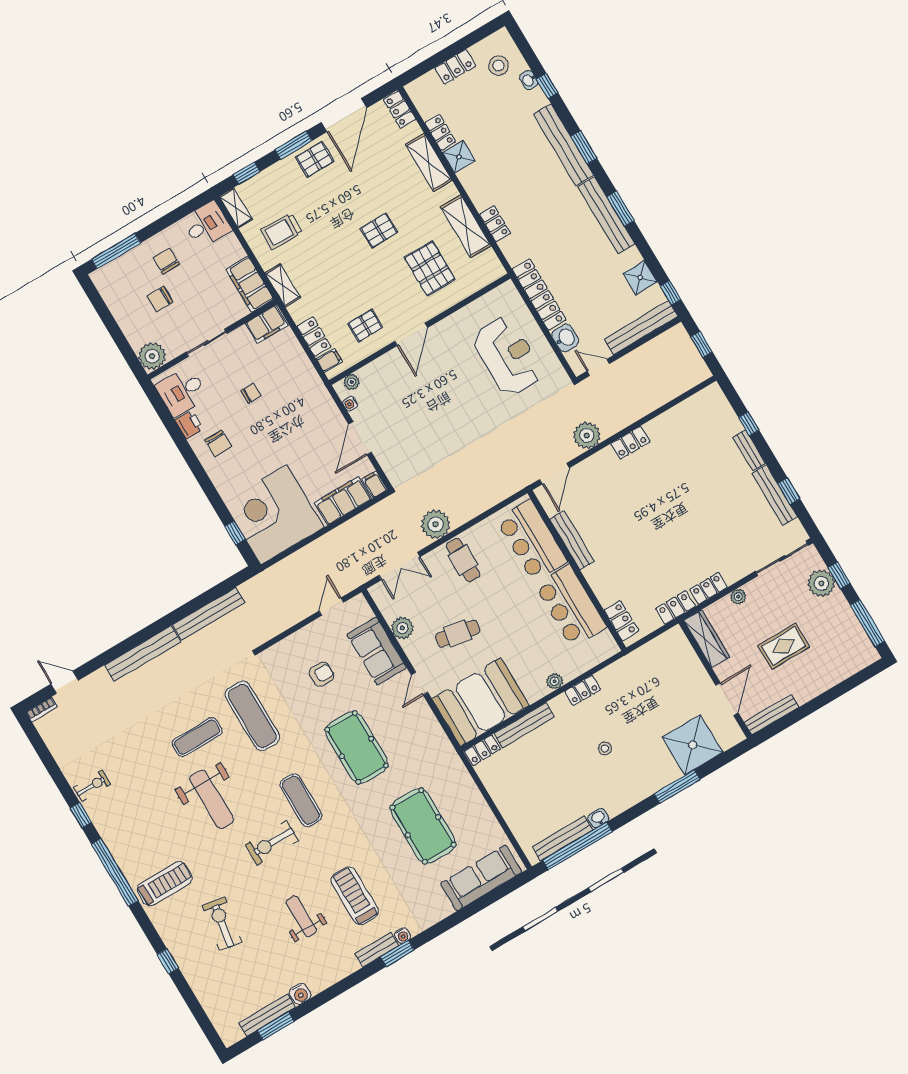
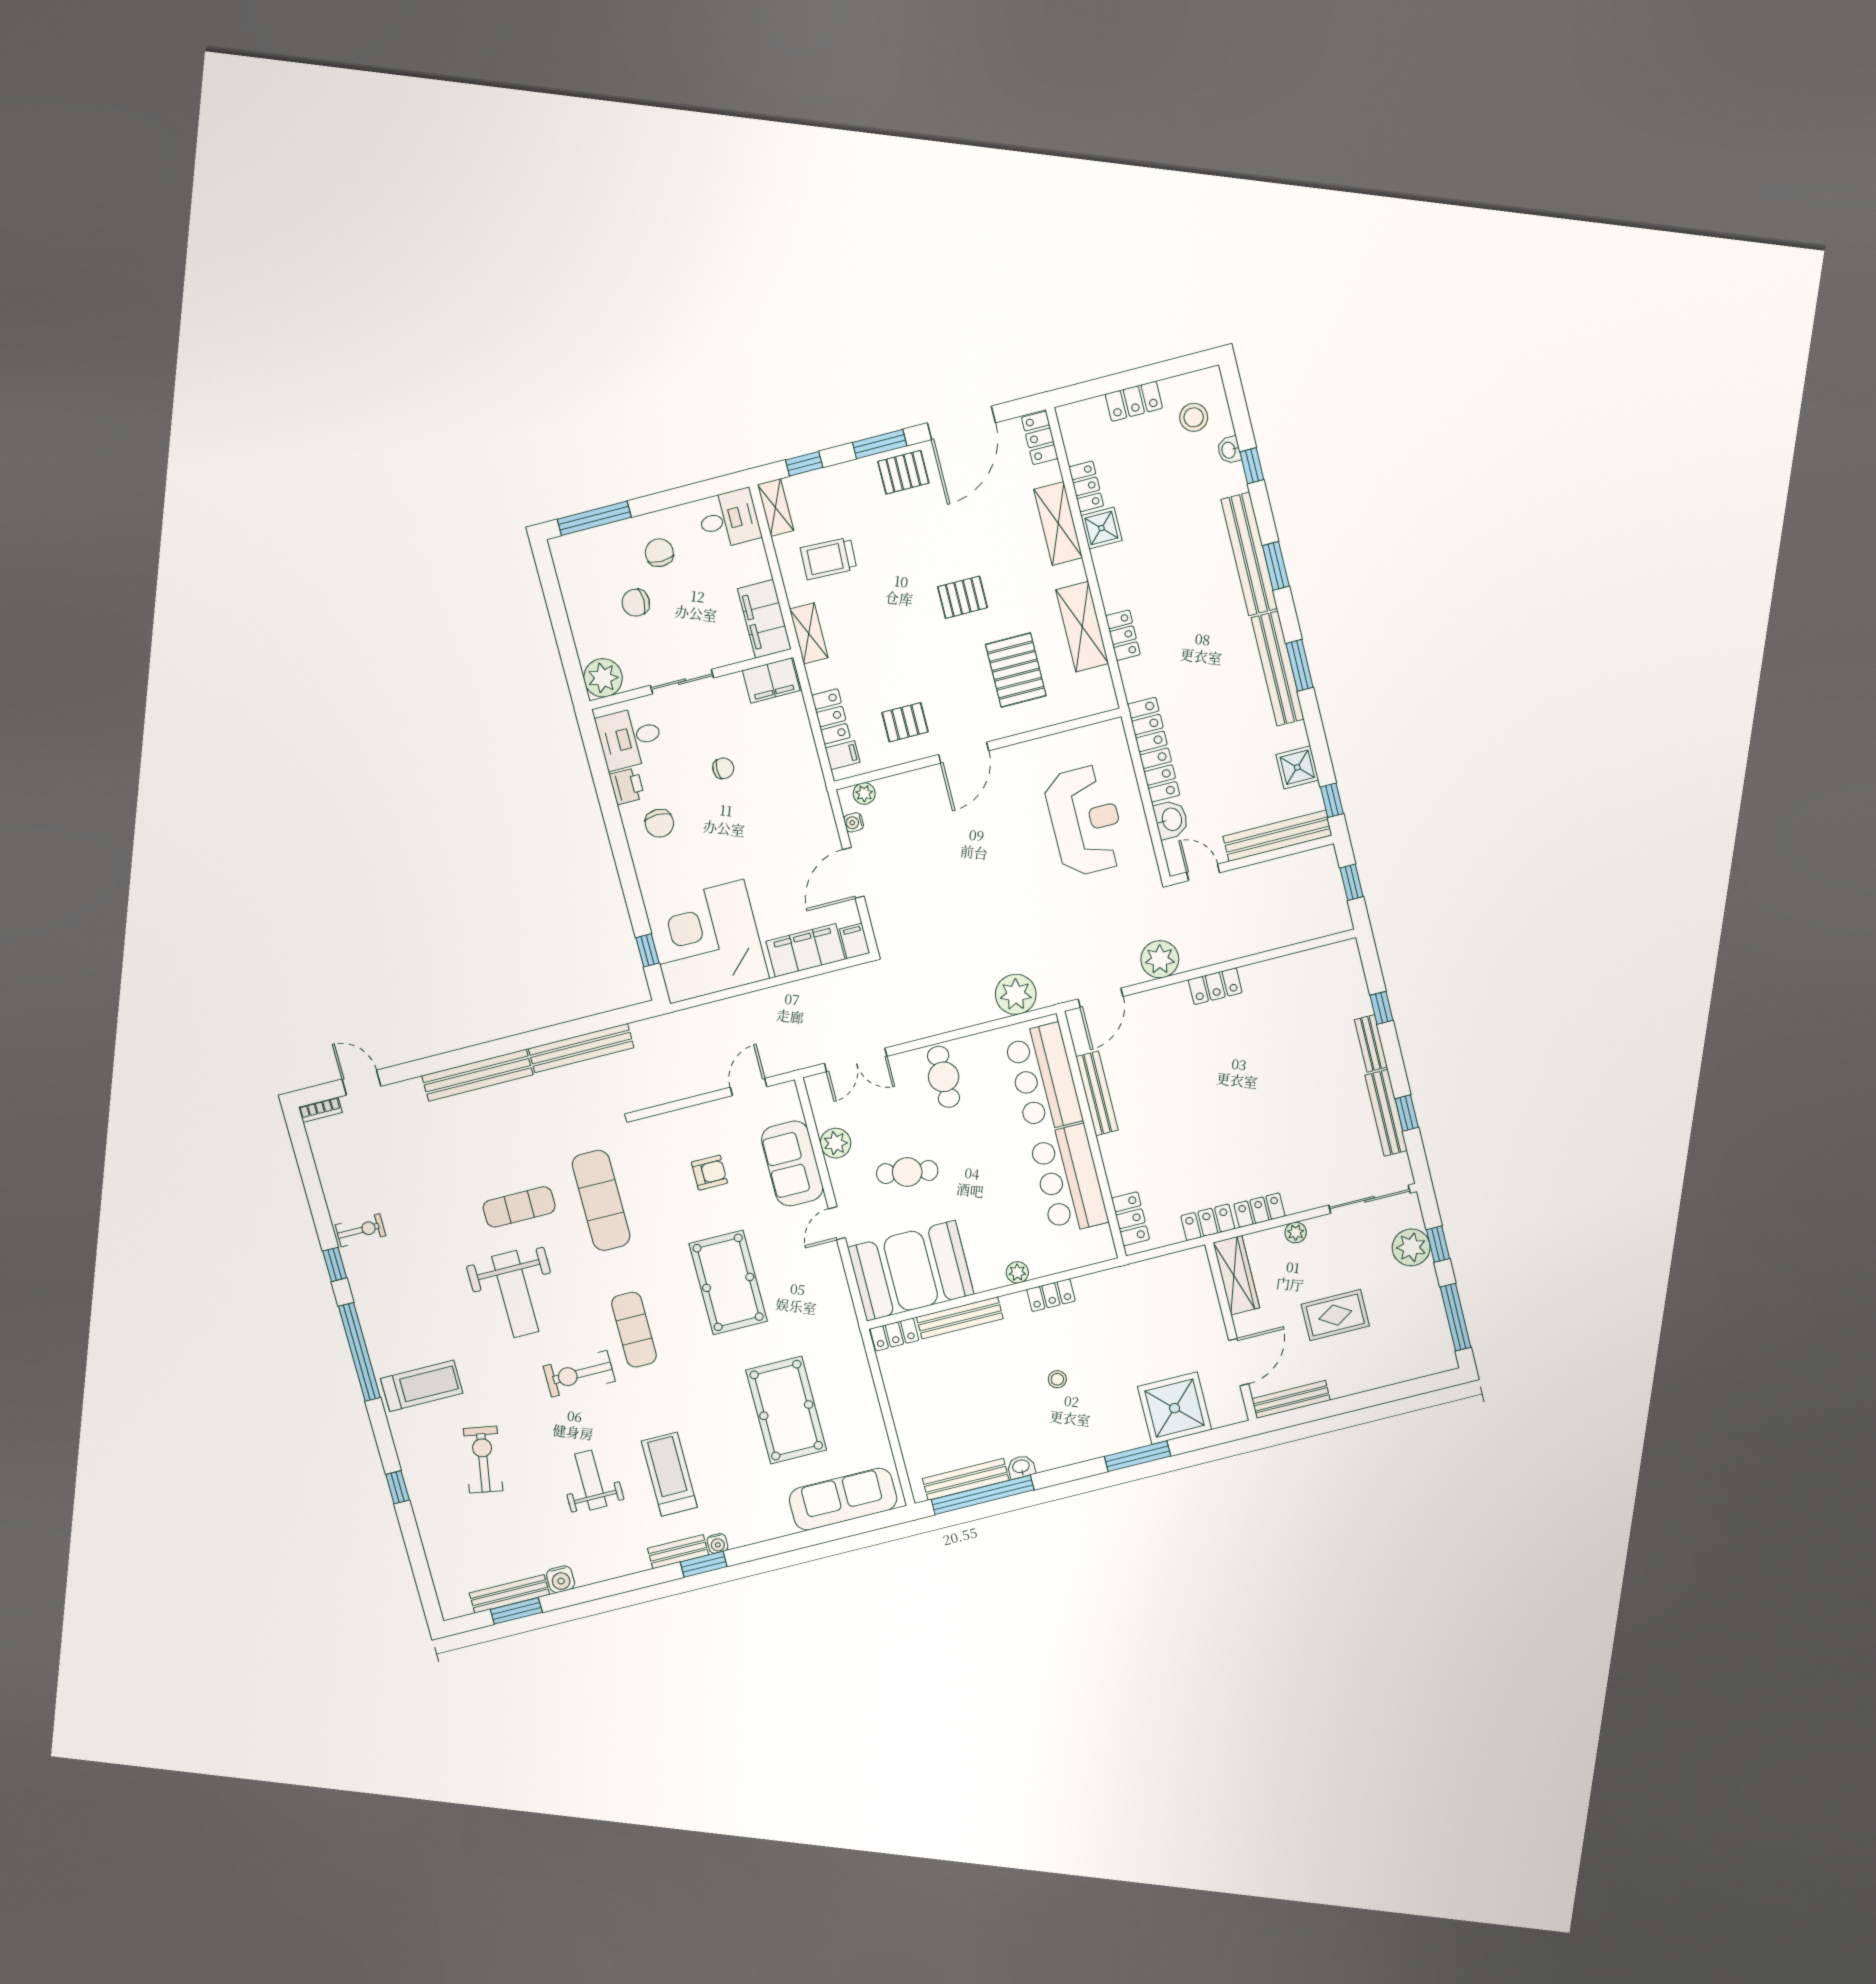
plant: (436, 524) -> (1016, 994), moved

